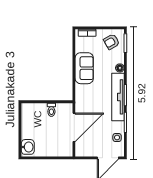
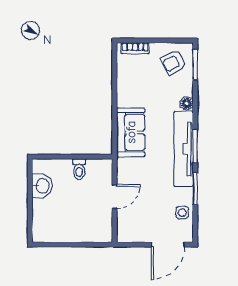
sofa: (84, 68) -> (131, 132), moved
door: (74, 127) -> (114, 197), width x0.53
washbasin: (28, 147) -> (42, 186), moved

